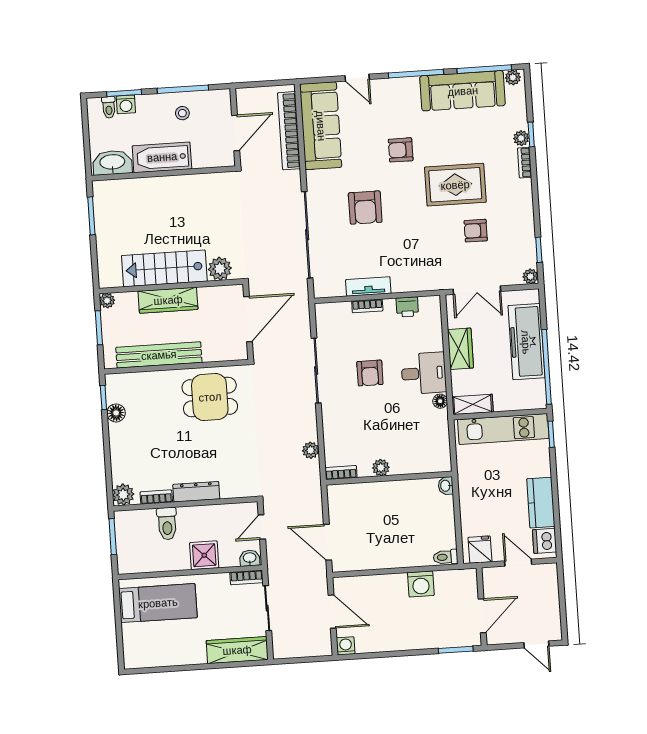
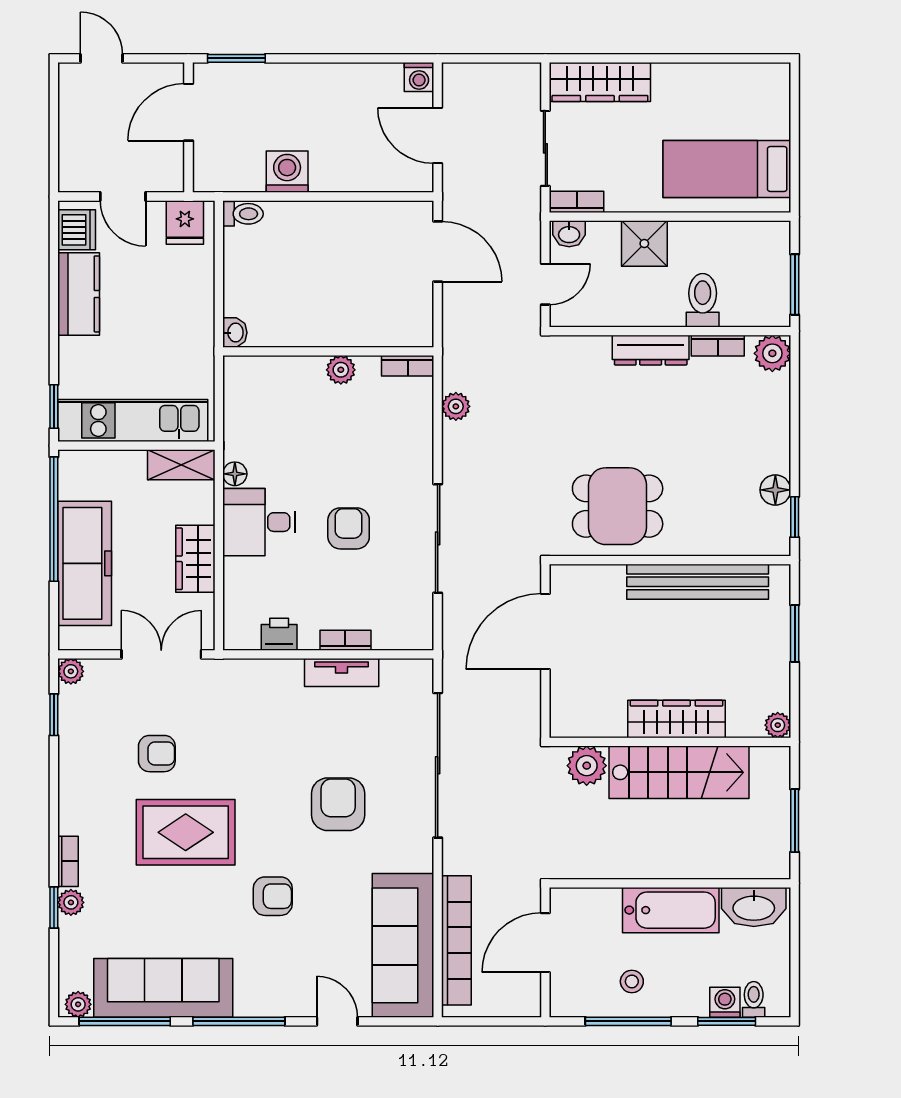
stairs: (164, 268) -> (679, 772), moved
plant: (220, 269) -> (587, 766), moved
wall: (171, 286) -> (670, 742), moved
wardrobe: (168, 300) -> (676, 719), moved
plant: (107, 301) -> (778, 725), moved

